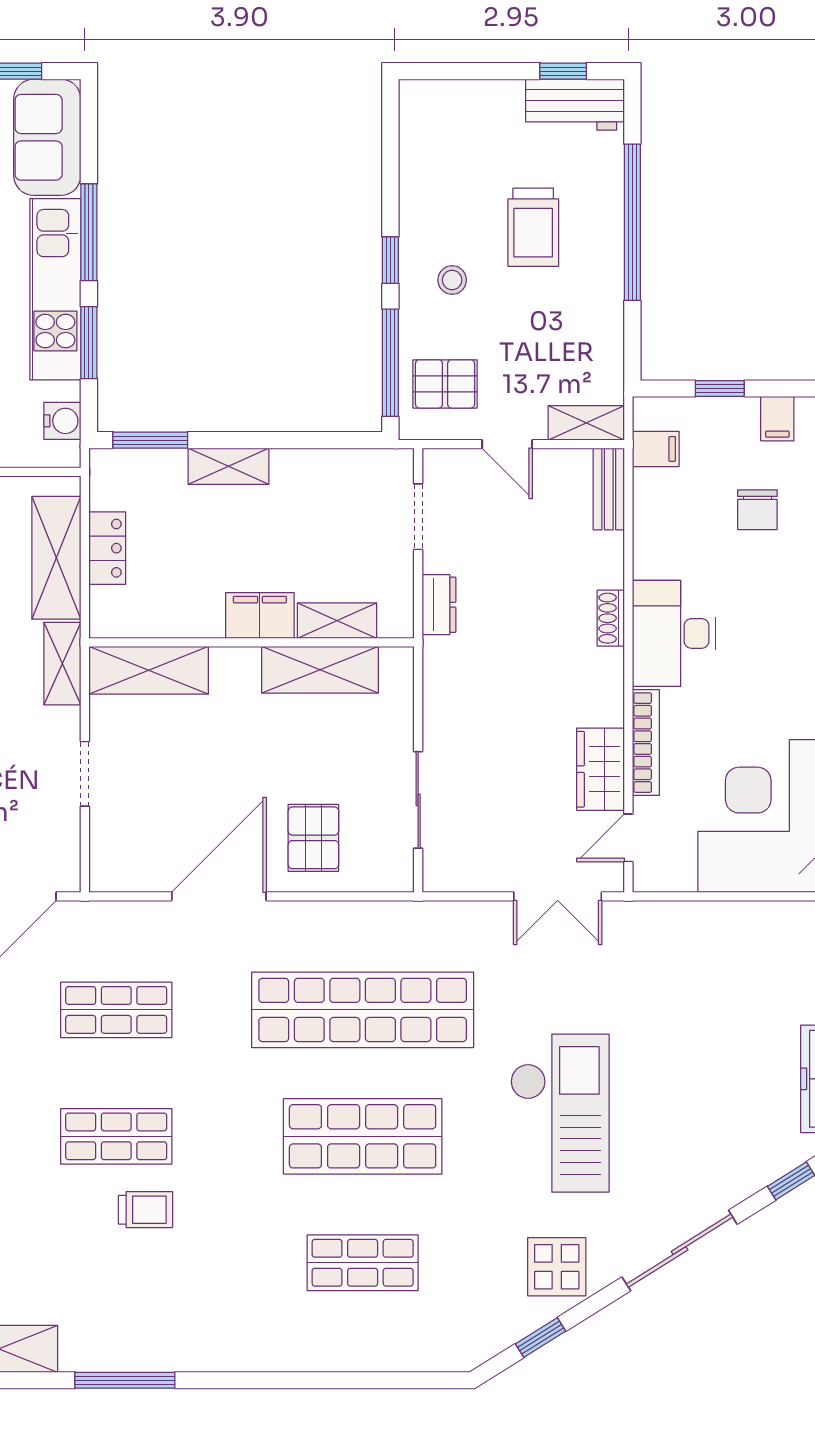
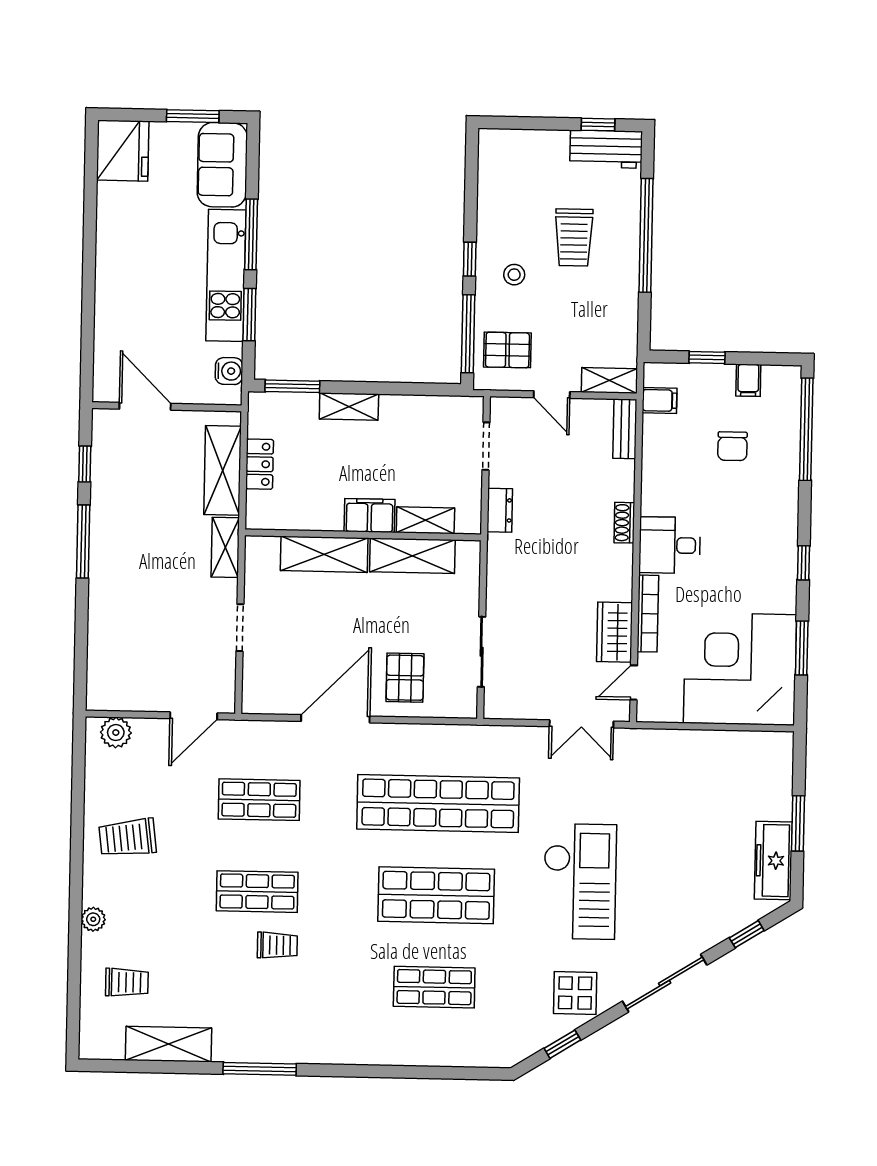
desk: (674, 633) -> (670, 545), width x0.73
shelving: (149, 670) -> (324, 554), moved

